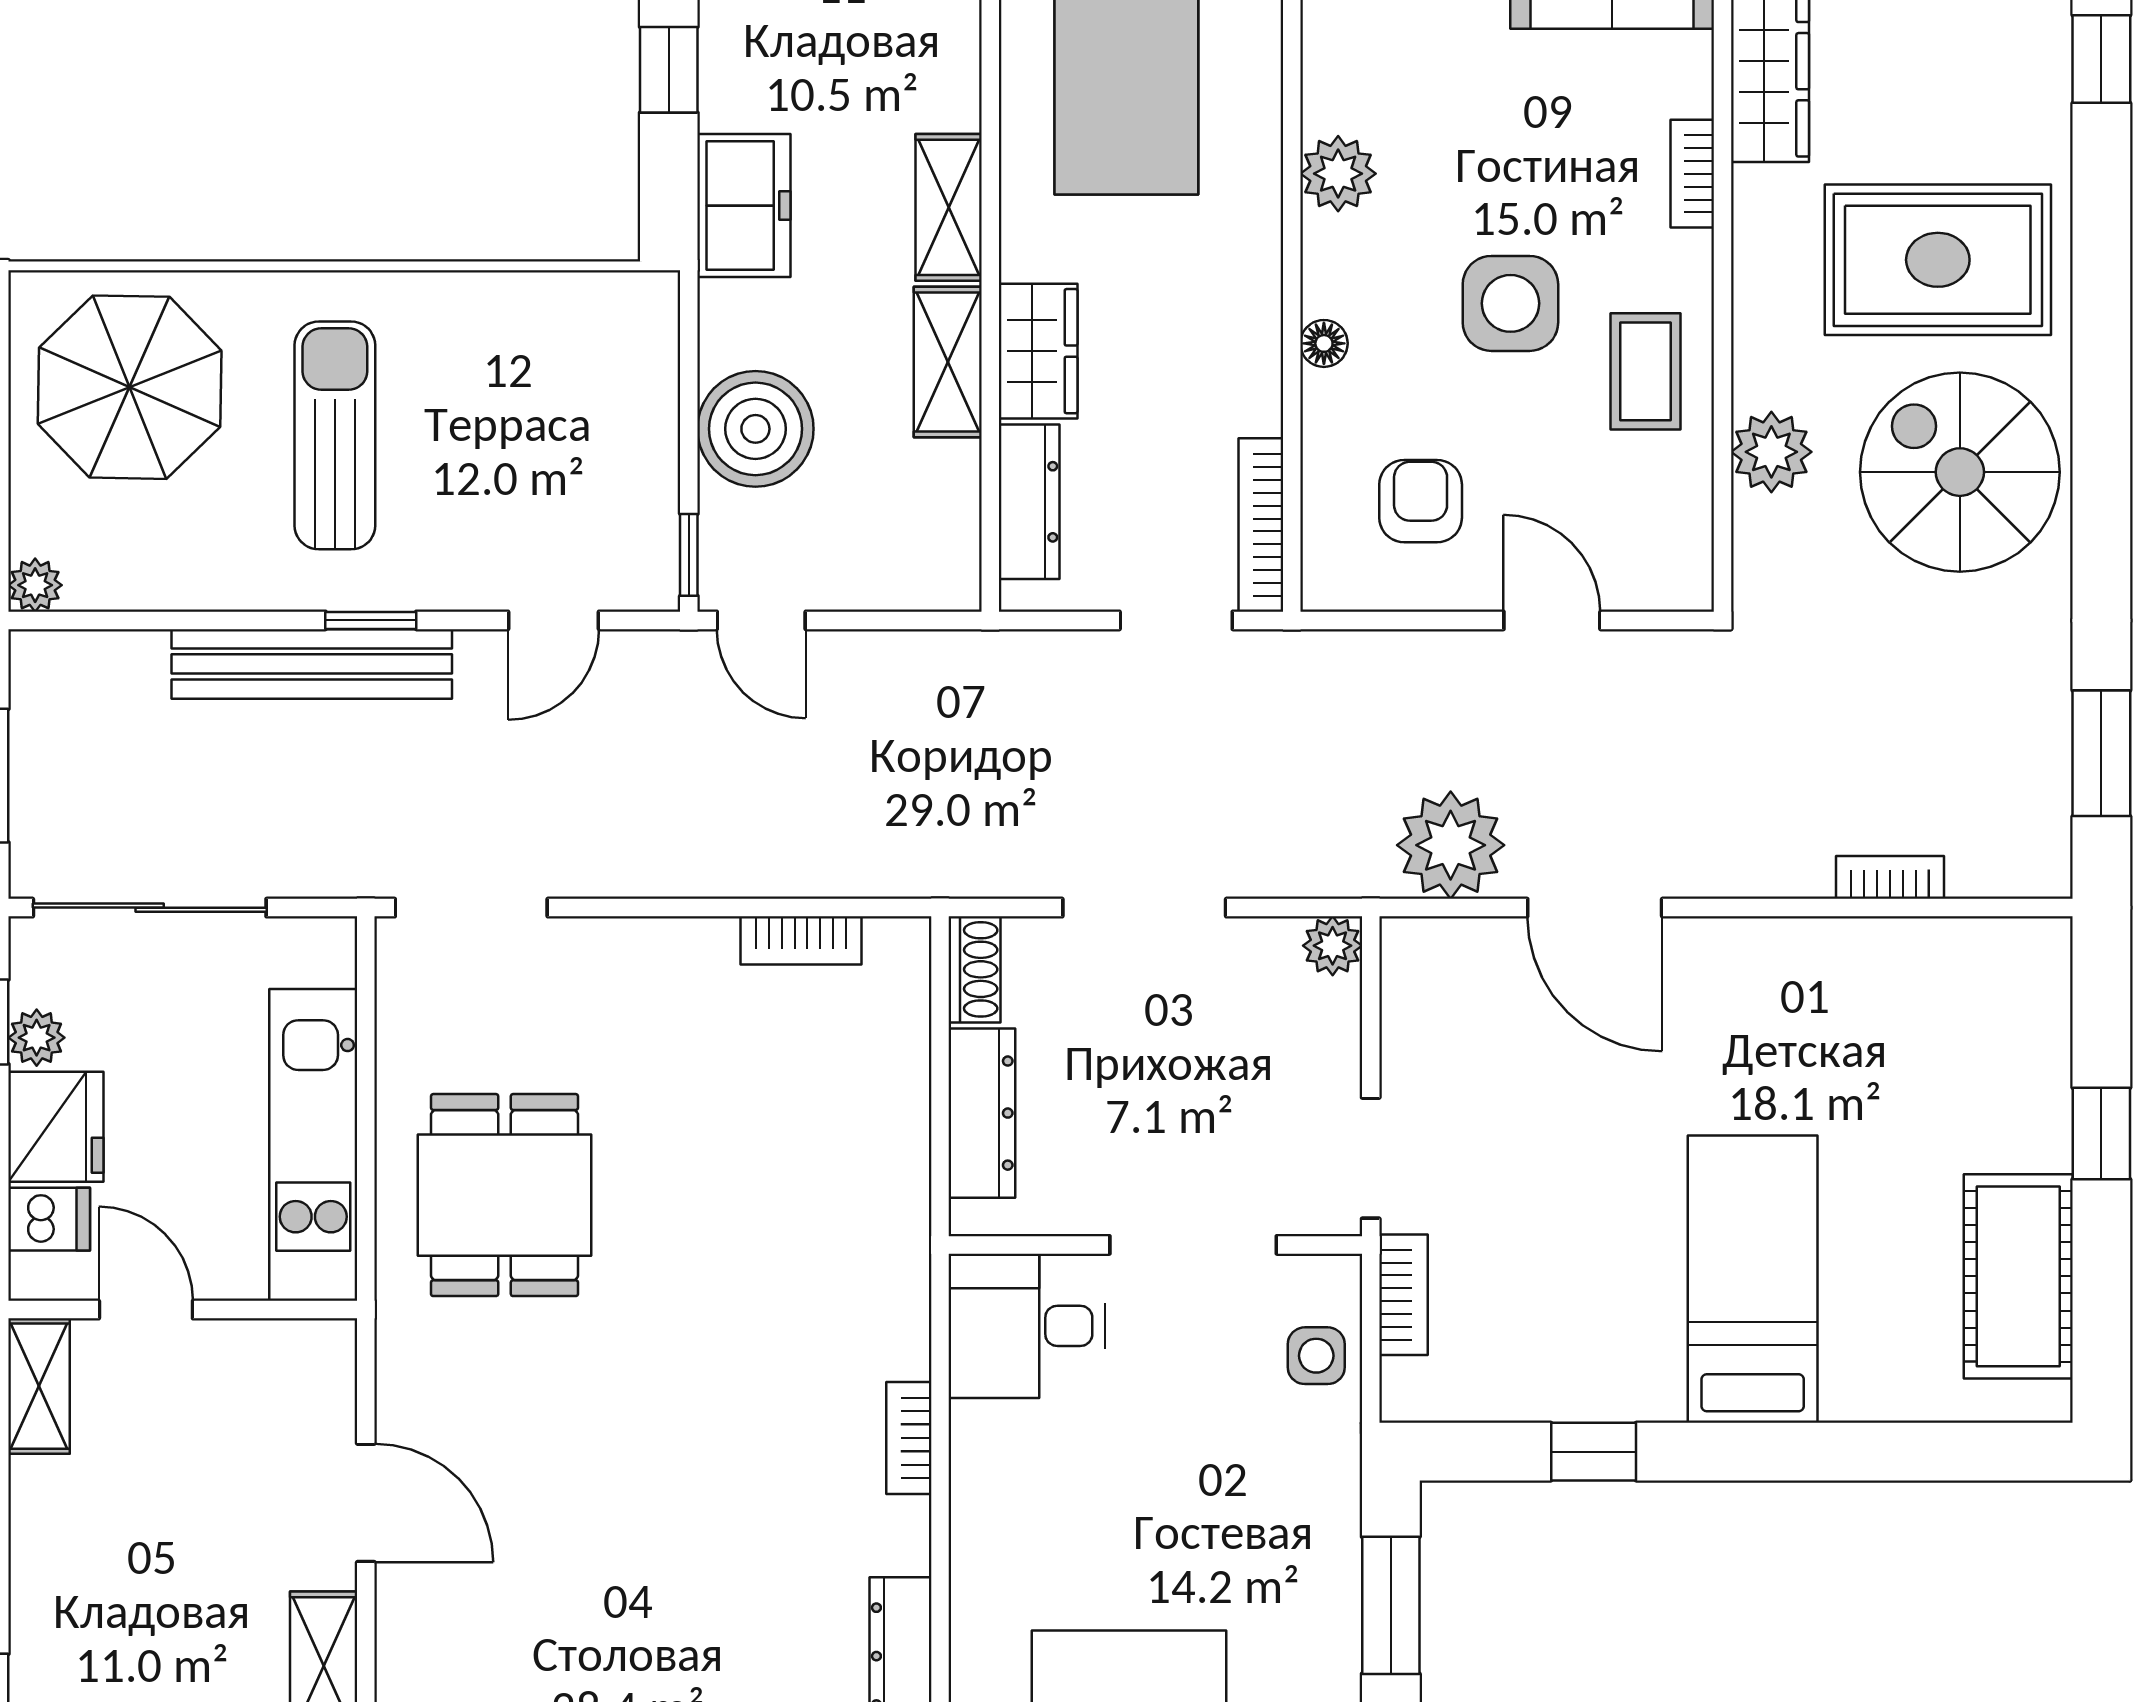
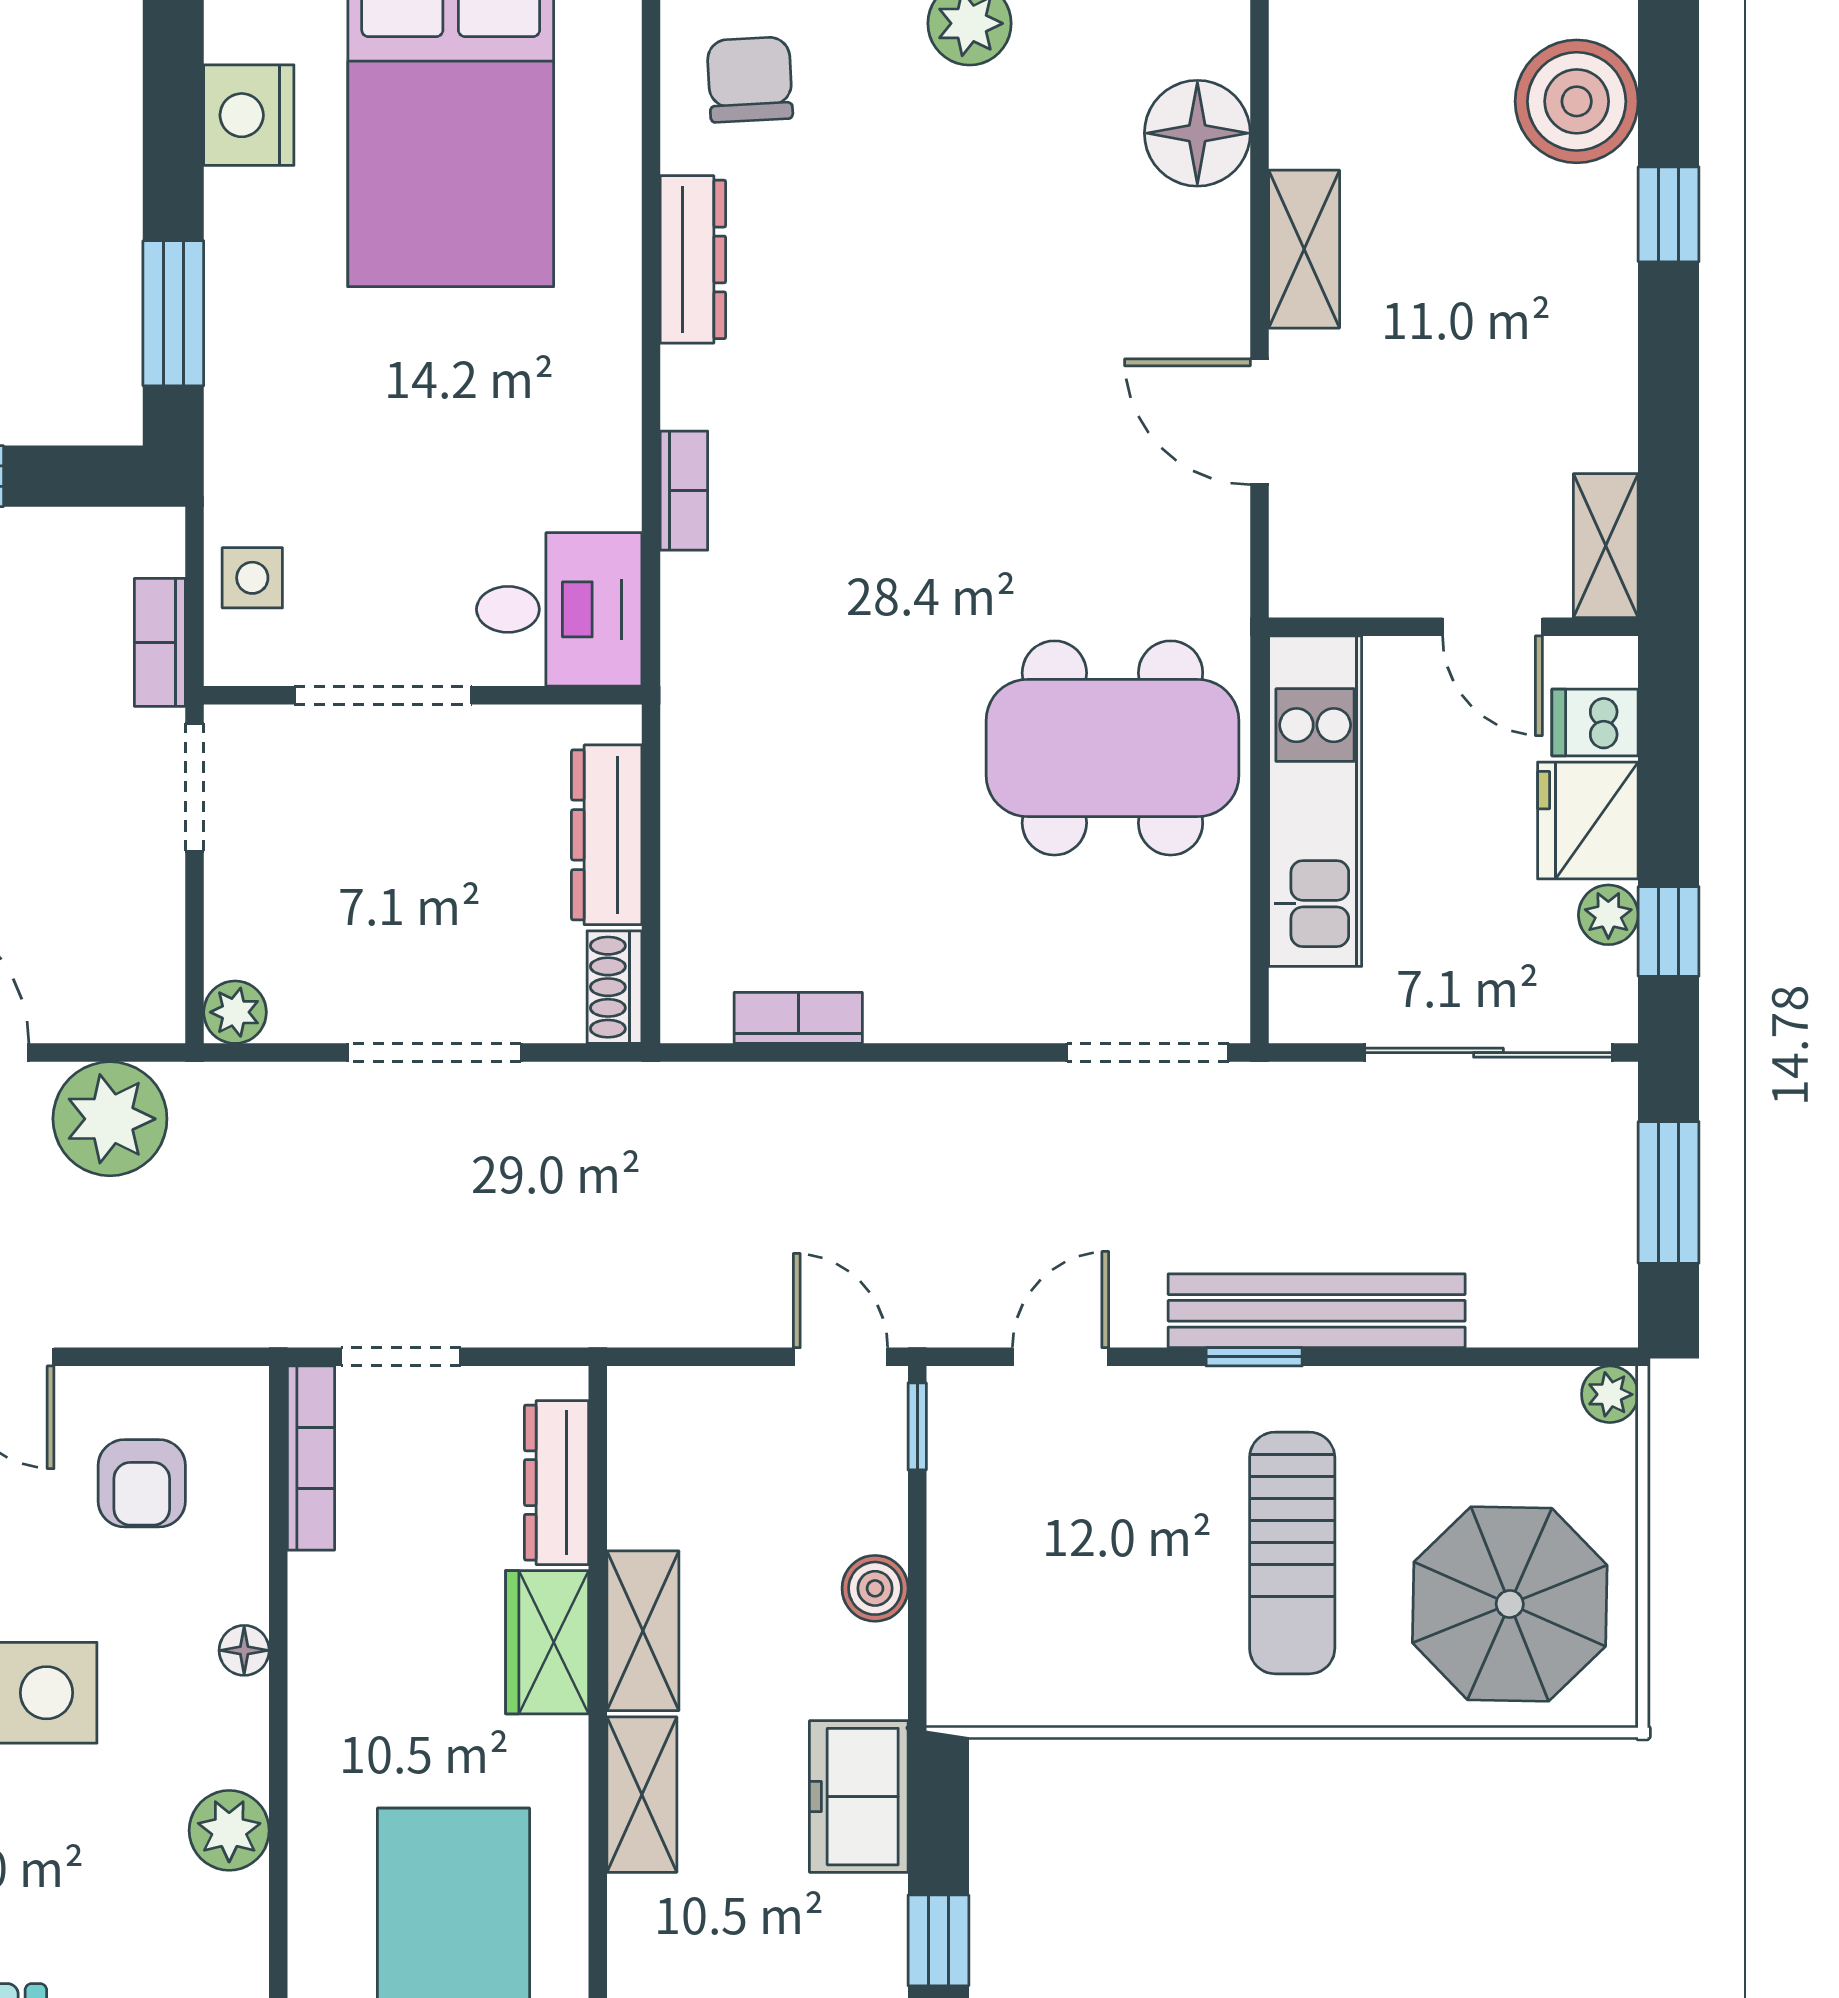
boiler: (755, 429) -> (875, 1588), width x0.54, depth x0.54
dining table: (505, 1195) -> (1112, 748), width x1.38

